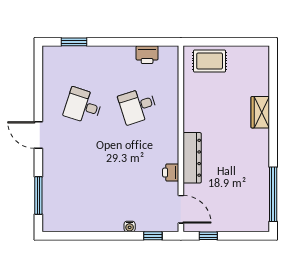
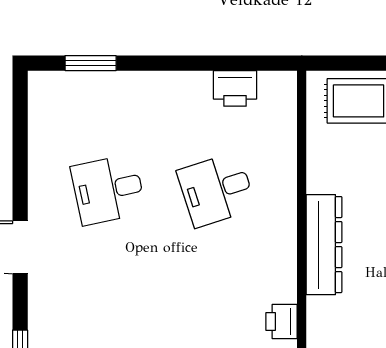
desk: (83, 106) -> (108, 190), turned -30
dresser: (192, 158) -> (324, 245), moved

